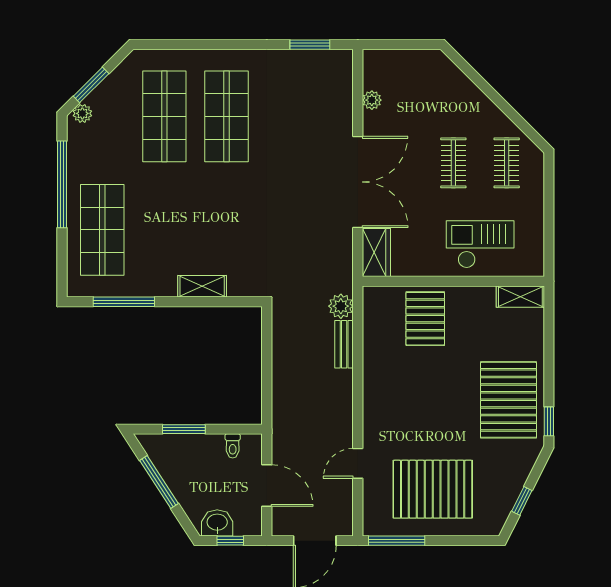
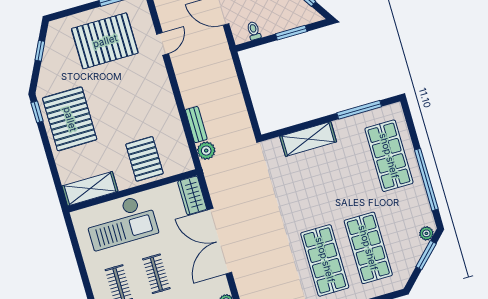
checkout: (480, 244) -> (121, 222), width x1.36, depth x1.21
shelving: (202, 286) -> (308, 139), width x1.50, depth x1.33
shelving: (520, 297) -> (90, 189), width x1.50, depth x1.33

